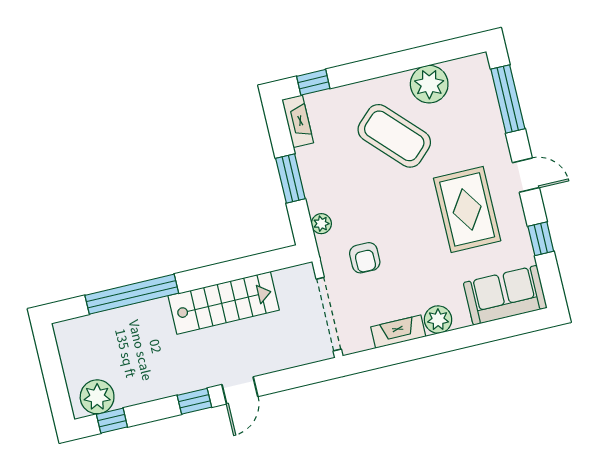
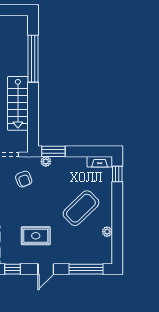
plant: (429, 84) -> (107, 232), width x0.53, depth x0.53
window: (290, 178) -> (53, 151), moved
rug: (467, 209) -> (36, 236), width x0.73, depth x0.70
armchair: (365, 258) -> (24, 179), turned -111

